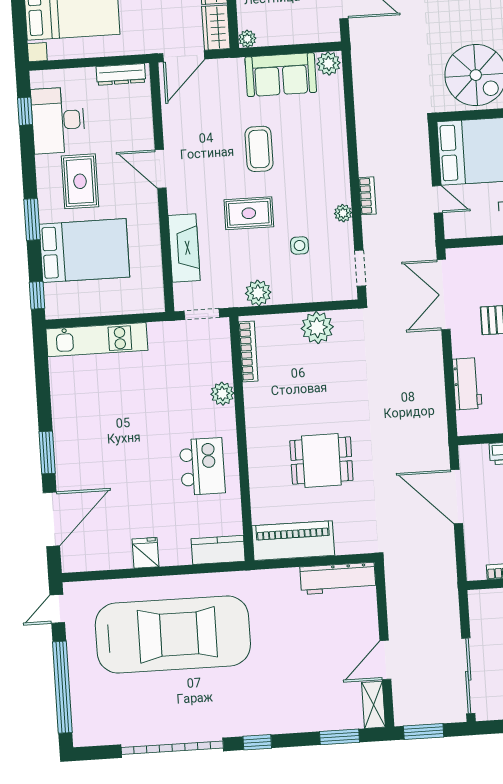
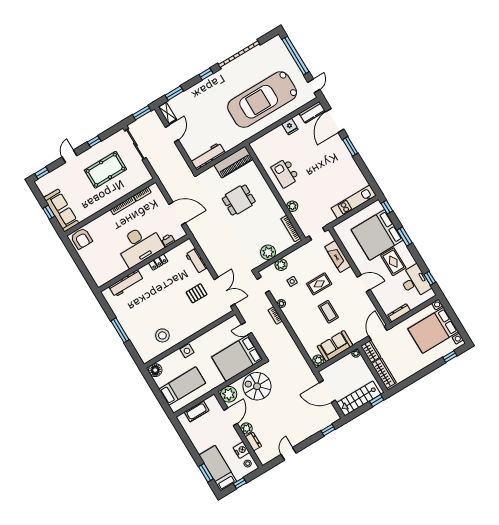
bed: (84, 251) -> (377, 235), width x1.36
plant: (258, 293) -> (281, 265), moved
kitchen counter: (218, 550) -> (312, 112), moved

